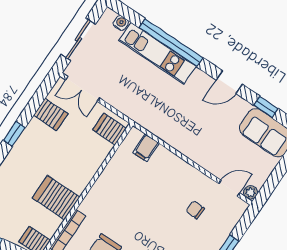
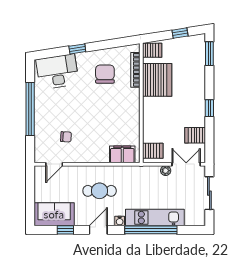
water cooler: (121, 23) -> (120, 221), moved
cafe table: (199, 125) -> (100, 191), added
filing cabinet: (146, 148) -> (122, 154), width x2.00
plant: (250, 192) -> (166, 171), moved
server rack: (56, 198) -> (157, 80), width x1.60

